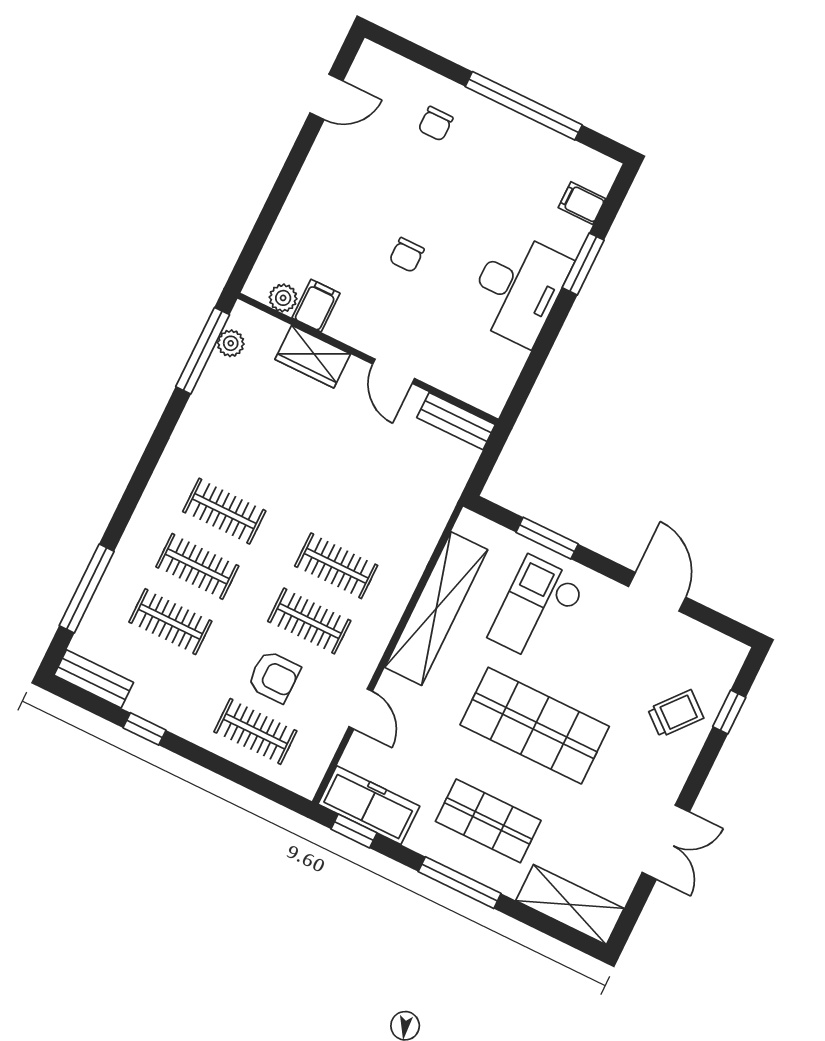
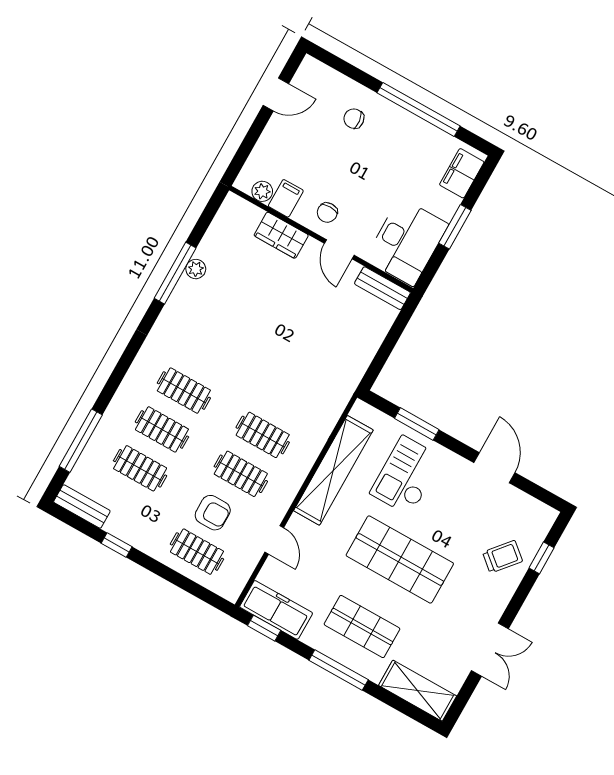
chair: (436, 124) -> (354, 119), turned 83
filing cabinet: (582, 203) -> (462, 173), width x2.00
plant: (283, 298) -> (262, 191), moved
filing cabinet: (316, 306) -> (286, 198), moved
wardrobe: (313, 357) -> (281, 235), moved
wall: (368, 359) -> (321, 239), moved
door: (394, 371) -> (339, 249), moved
bench: (456, 421) -> (382, 288), moved

